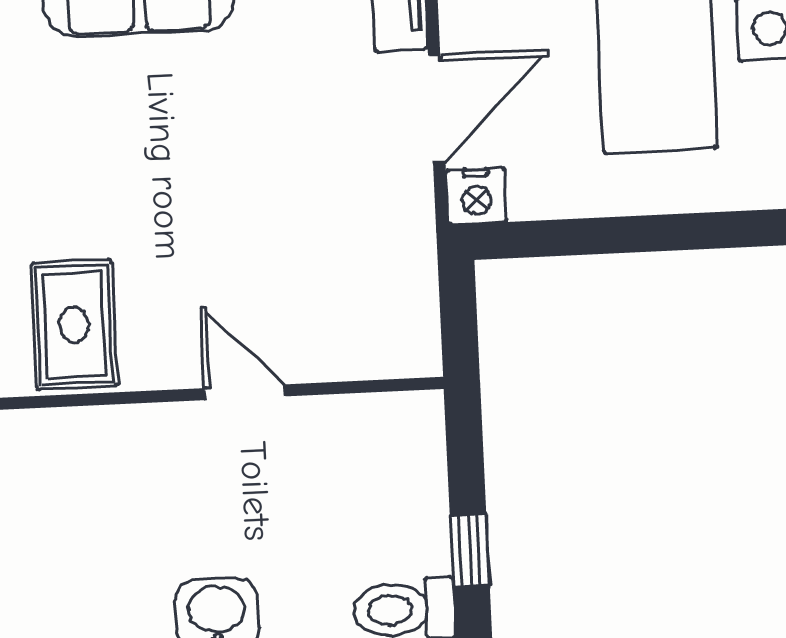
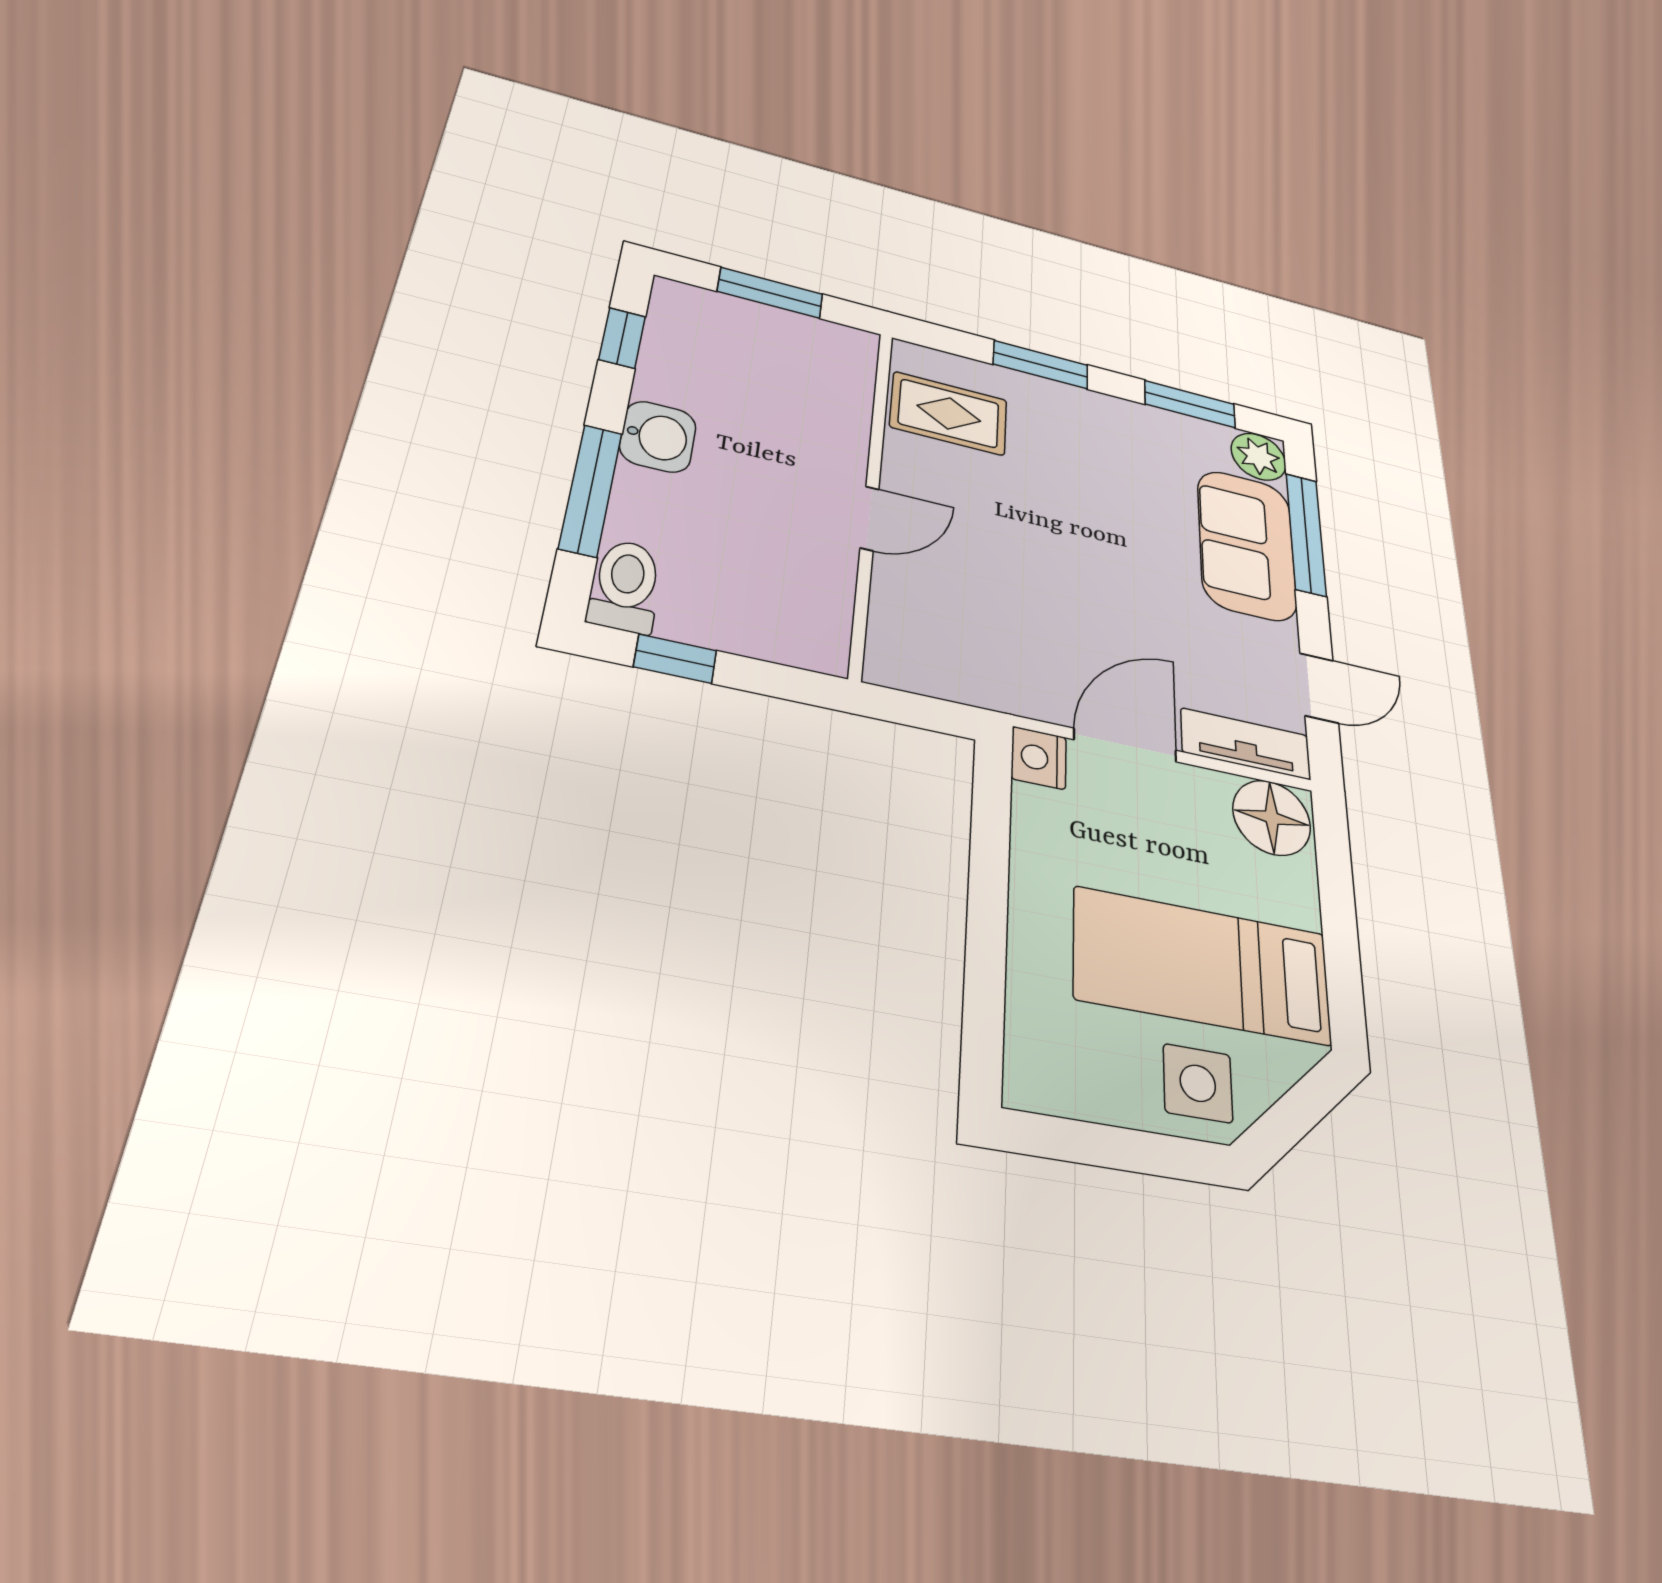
door: (437, 109) -> (1125, 745), swing flipped

